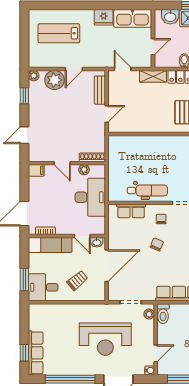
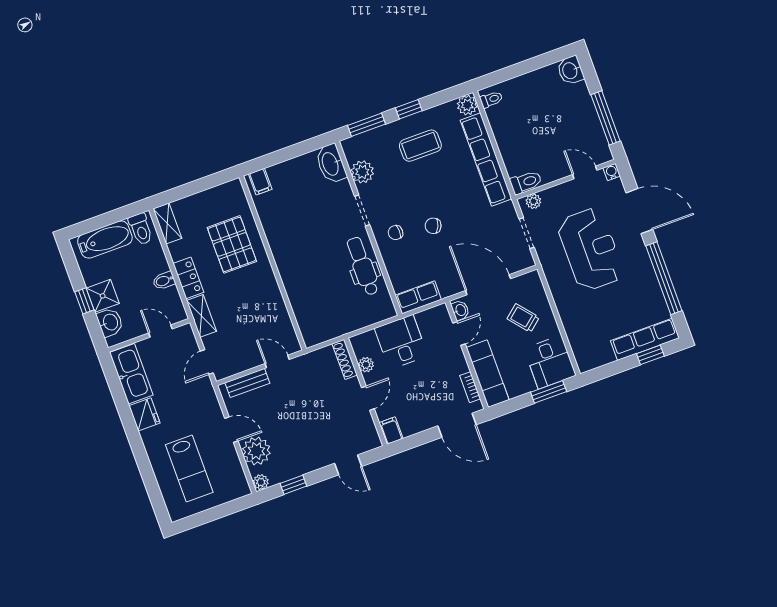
desk: (90, 197) -> (401, 342), width x0.73
row of seats: (131, 211) -> (418, 297), moved, turned -90

